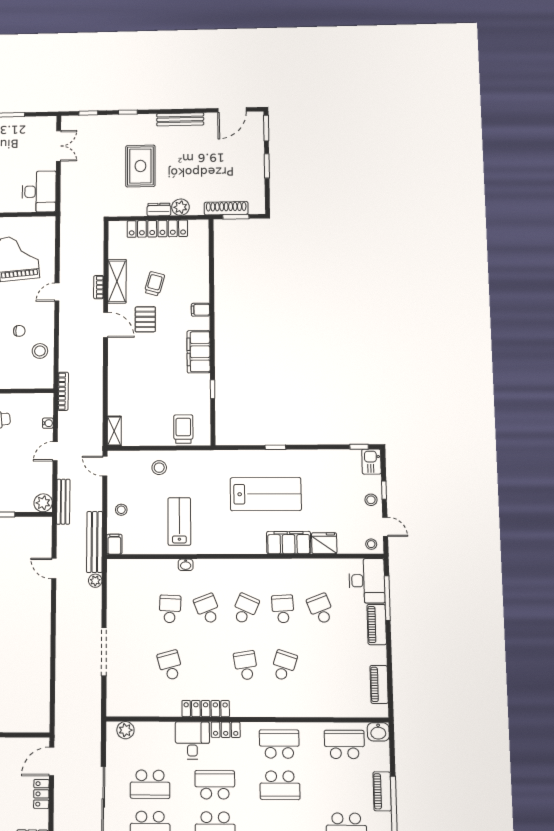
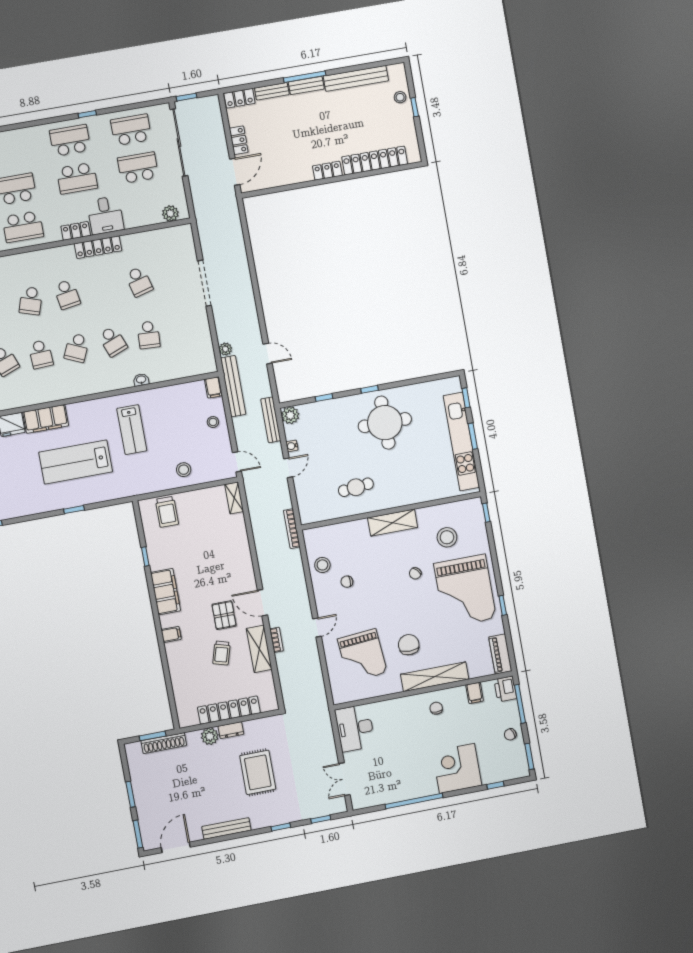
water cooler: (48, 423) -> (292, 446), moved
lab bench: (179, 521) -> (132, 430), moved

